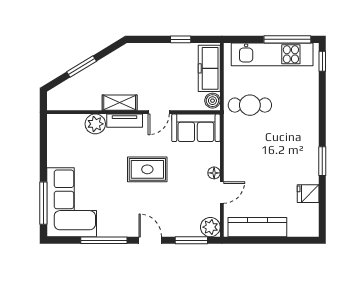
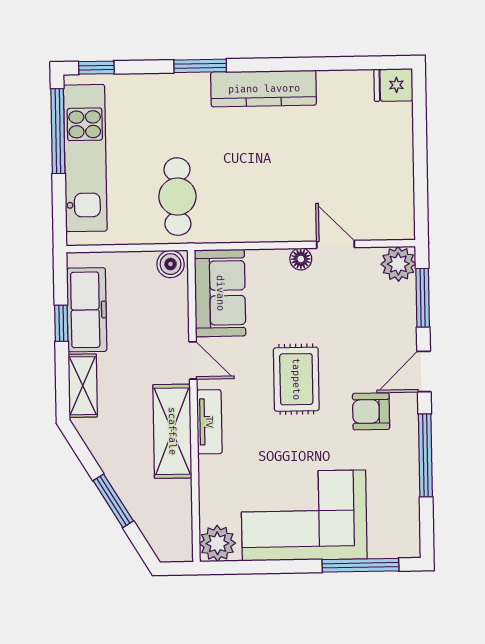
shelving: (146, 51) -> (83, 386), added
freezer: (209, 68) -> (87, 310), moved, turned -90
shelving: (120, 103) -> (172, 431), width x1.50, depth x1.33
plant: (95, 124) -> (217, 543), moved
window: (322, 161) -> (200, 66), moved
fridge: (308, 194) -> (393, 85), moved, turned 90
corner sofa: (72, 202) -> (304, 515), moved
armchair: (129, 211) -> (371, 411), added
kitchen counter: (257, 227) -> (264, 89), moved, turned -90

